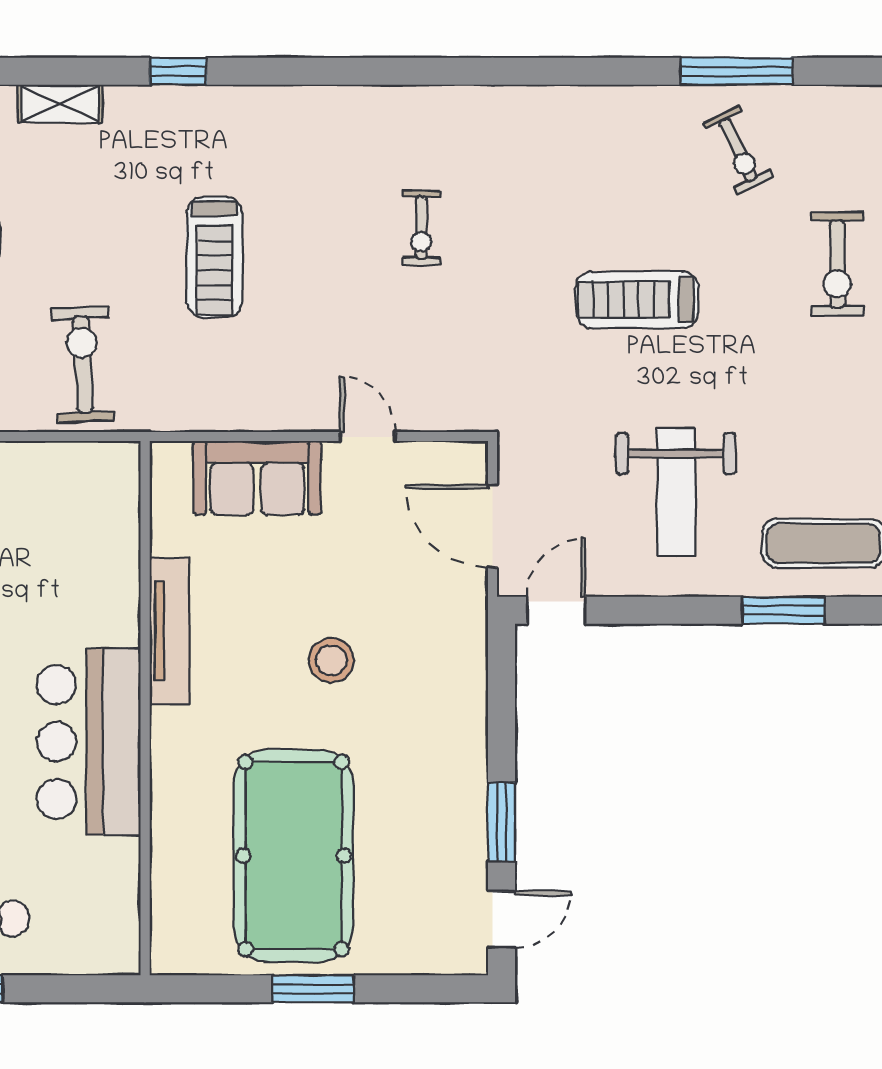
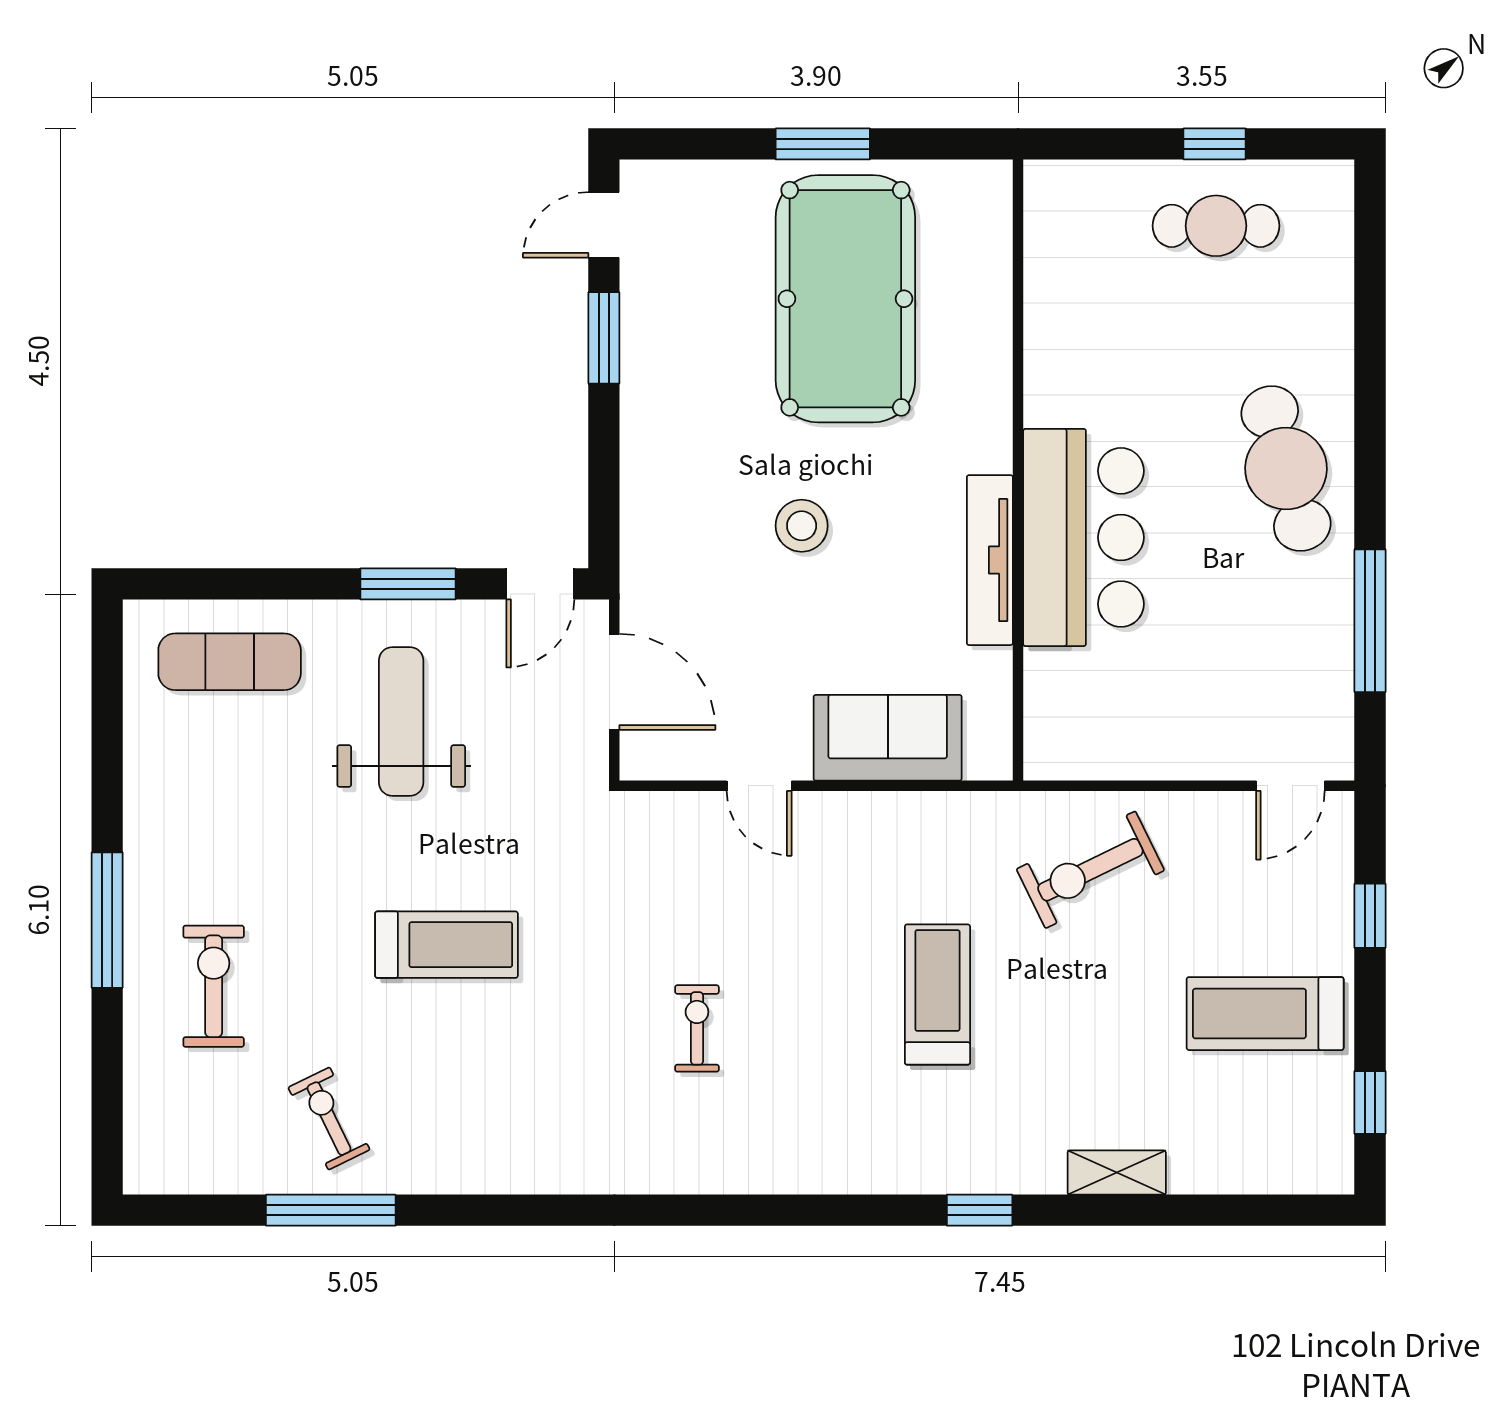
exercise bike: (83, 364) -> (1090, 870), turned 67
window: (783, 610) -> (408, 584), moved
bar counter: (89, 742) -> (1084, 537), moved

